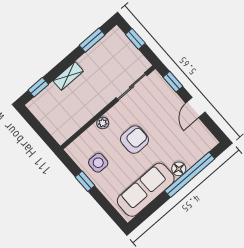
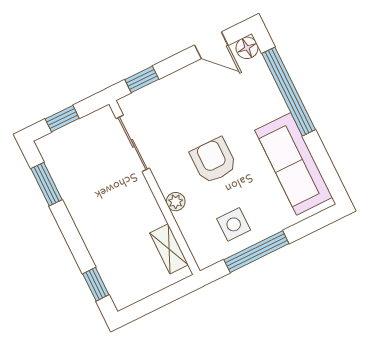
shelving: (68, 76) -> (169, 249), moved
door: (195, 108) -> (211, 45), moved
floor lamp: (179, 169) -> (247, 48), moved
window: (85, 181) -> (256, 252), width x2.17

